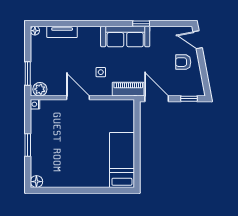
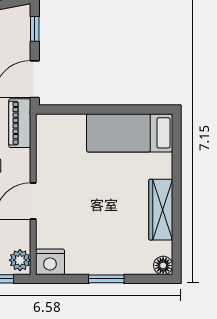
nightstand: (35, 104) -> (50, 262), width x1.89, depth x1.79
wardrobe: (72, 180) -> (161, 210), added

